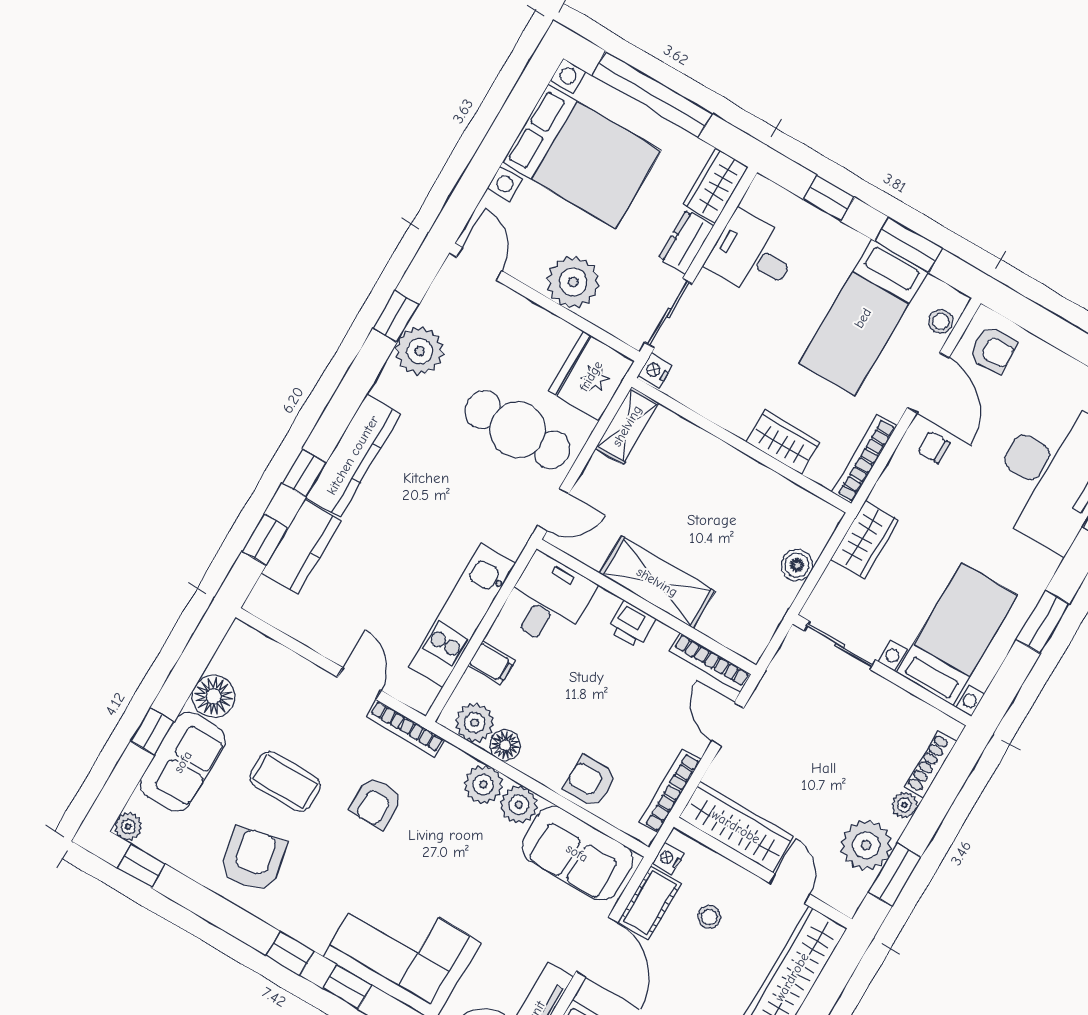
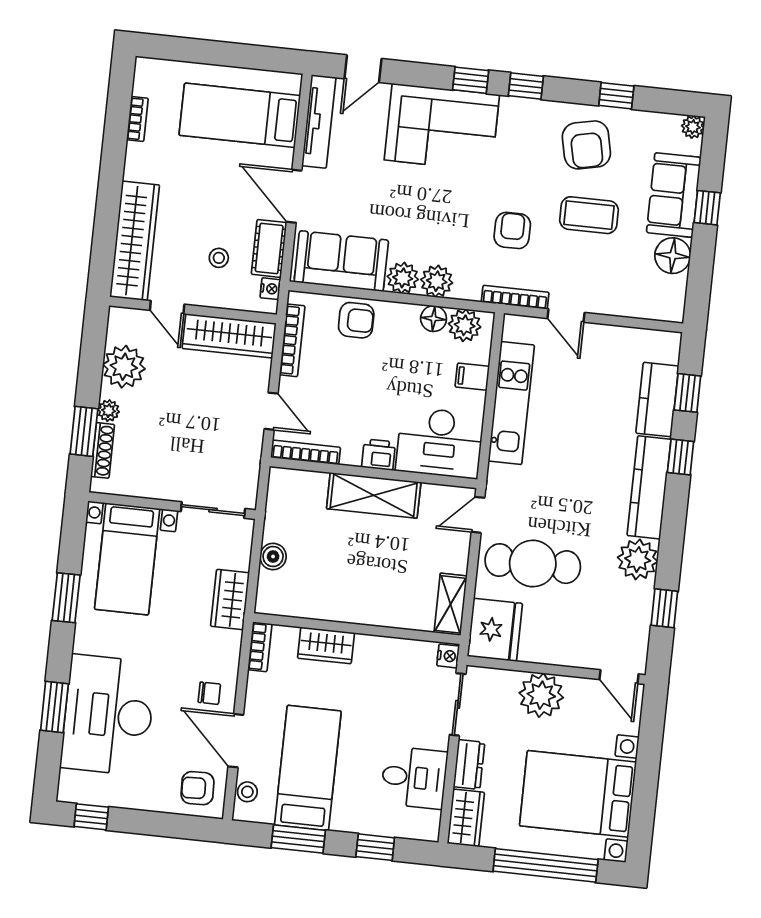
plant: (420, 351) -> (638, 559), moved
bookcase: (864, 459) -> (260, 647), width x0.64
desk: (548, 600) -> (440, 443), width x1.37
window: (141, 866) -> (616, 96), moved
window: (894, 875) -> (84, 431), moved

